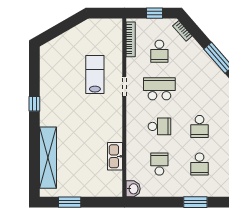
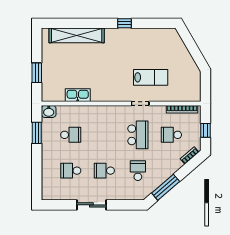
school desk: (159, 126) -> (138, 171), moved, turned 180
window: (70, 202) -> (37, 73), moved
window: (195, 202) -> (37, 133), moved

